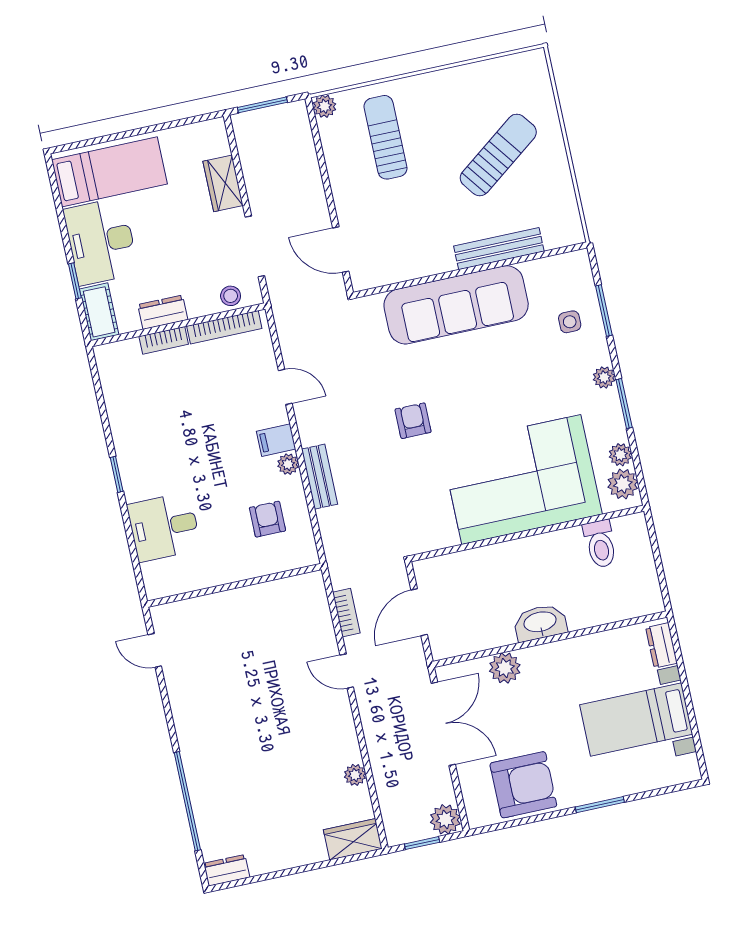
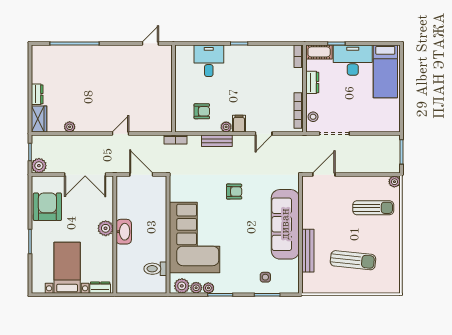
sun lounger: (498, 155) -> (353, 260), turned -47
wardrobe: (223, 183) -> (368, 125), removed
bookcase: (164, 340) -> (299, 56), moved
plant: (604, 377) -> (208, 288), moved
bookcase: (346, 613) -> (175, 139), moved
plant: (505, 668) -> (106, 228), moved
armchair: (523, 785) -> (47, 207), turned 180
dresser: (227, 870) -> (37, 94), moved

